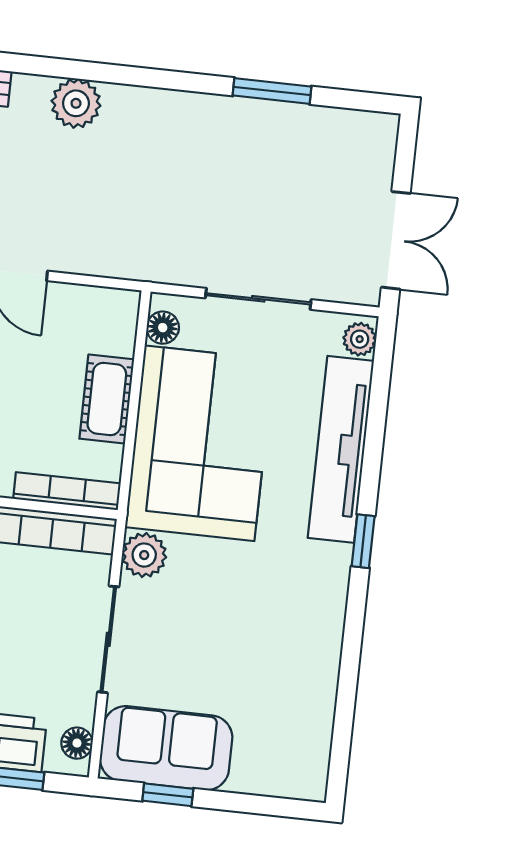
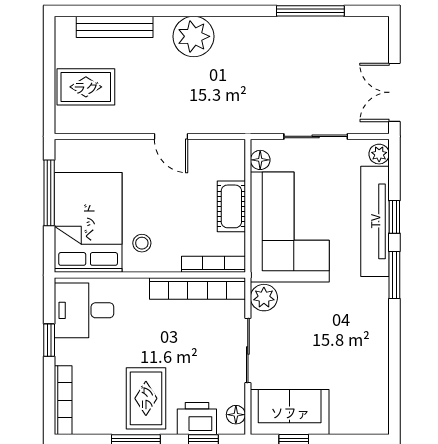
window: (272, 91) -> (310, 11), width x1.44
plant: (76, 103) -> (194, 36), width x1.36, depth x1.36
double door: (396, 240) -> (394, 92), swing flipped
window: (373, 445) -> (394, 217), added
window: (363, 541) -> (394, 275), width x1.50

